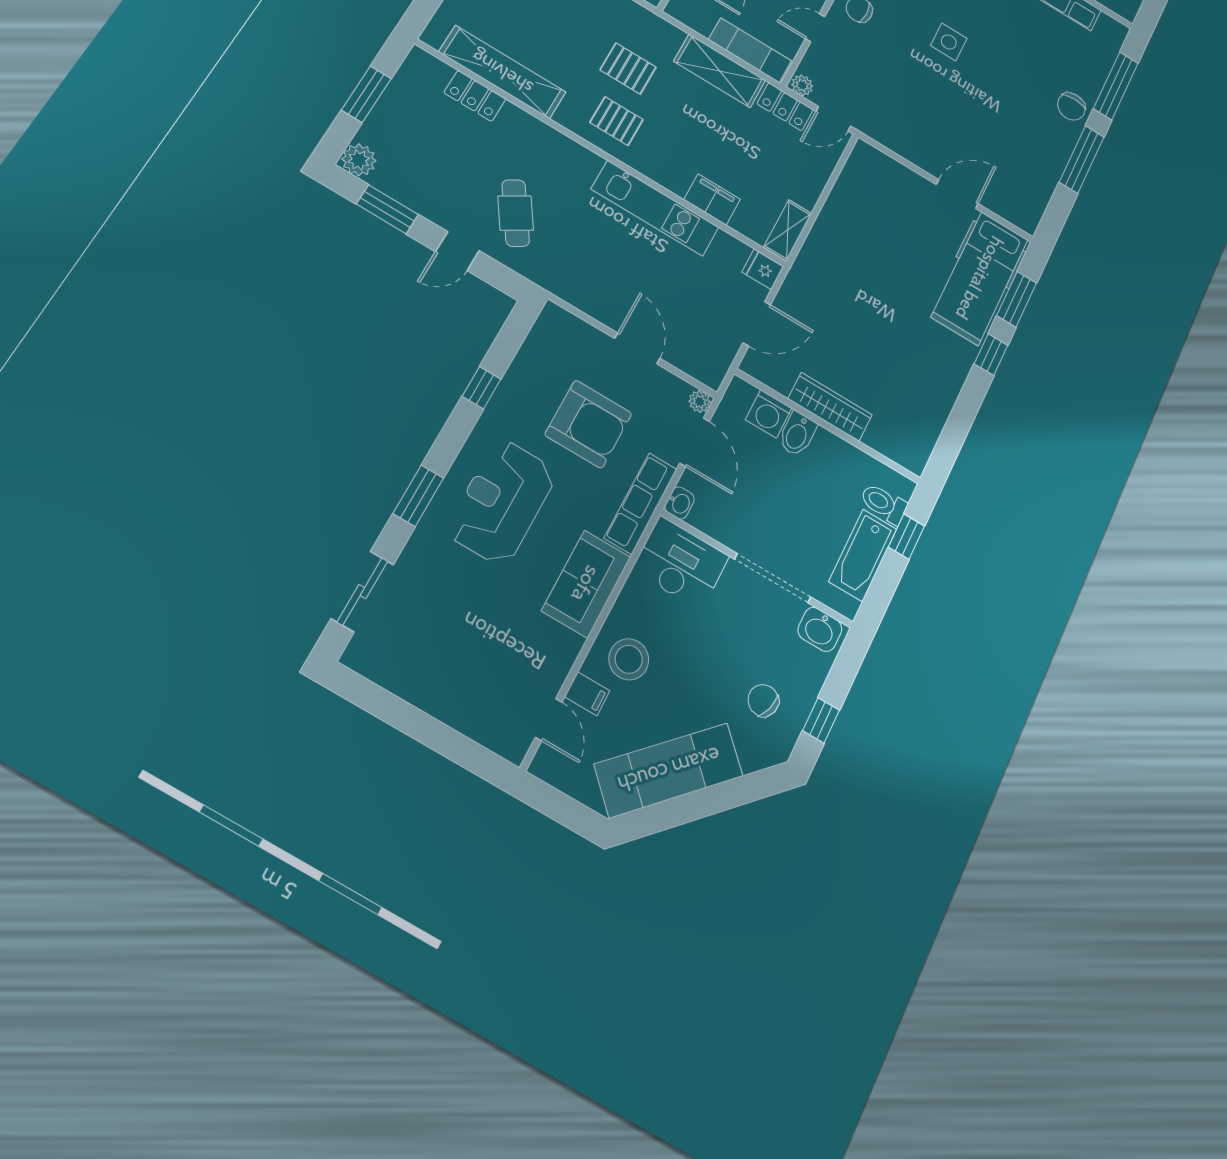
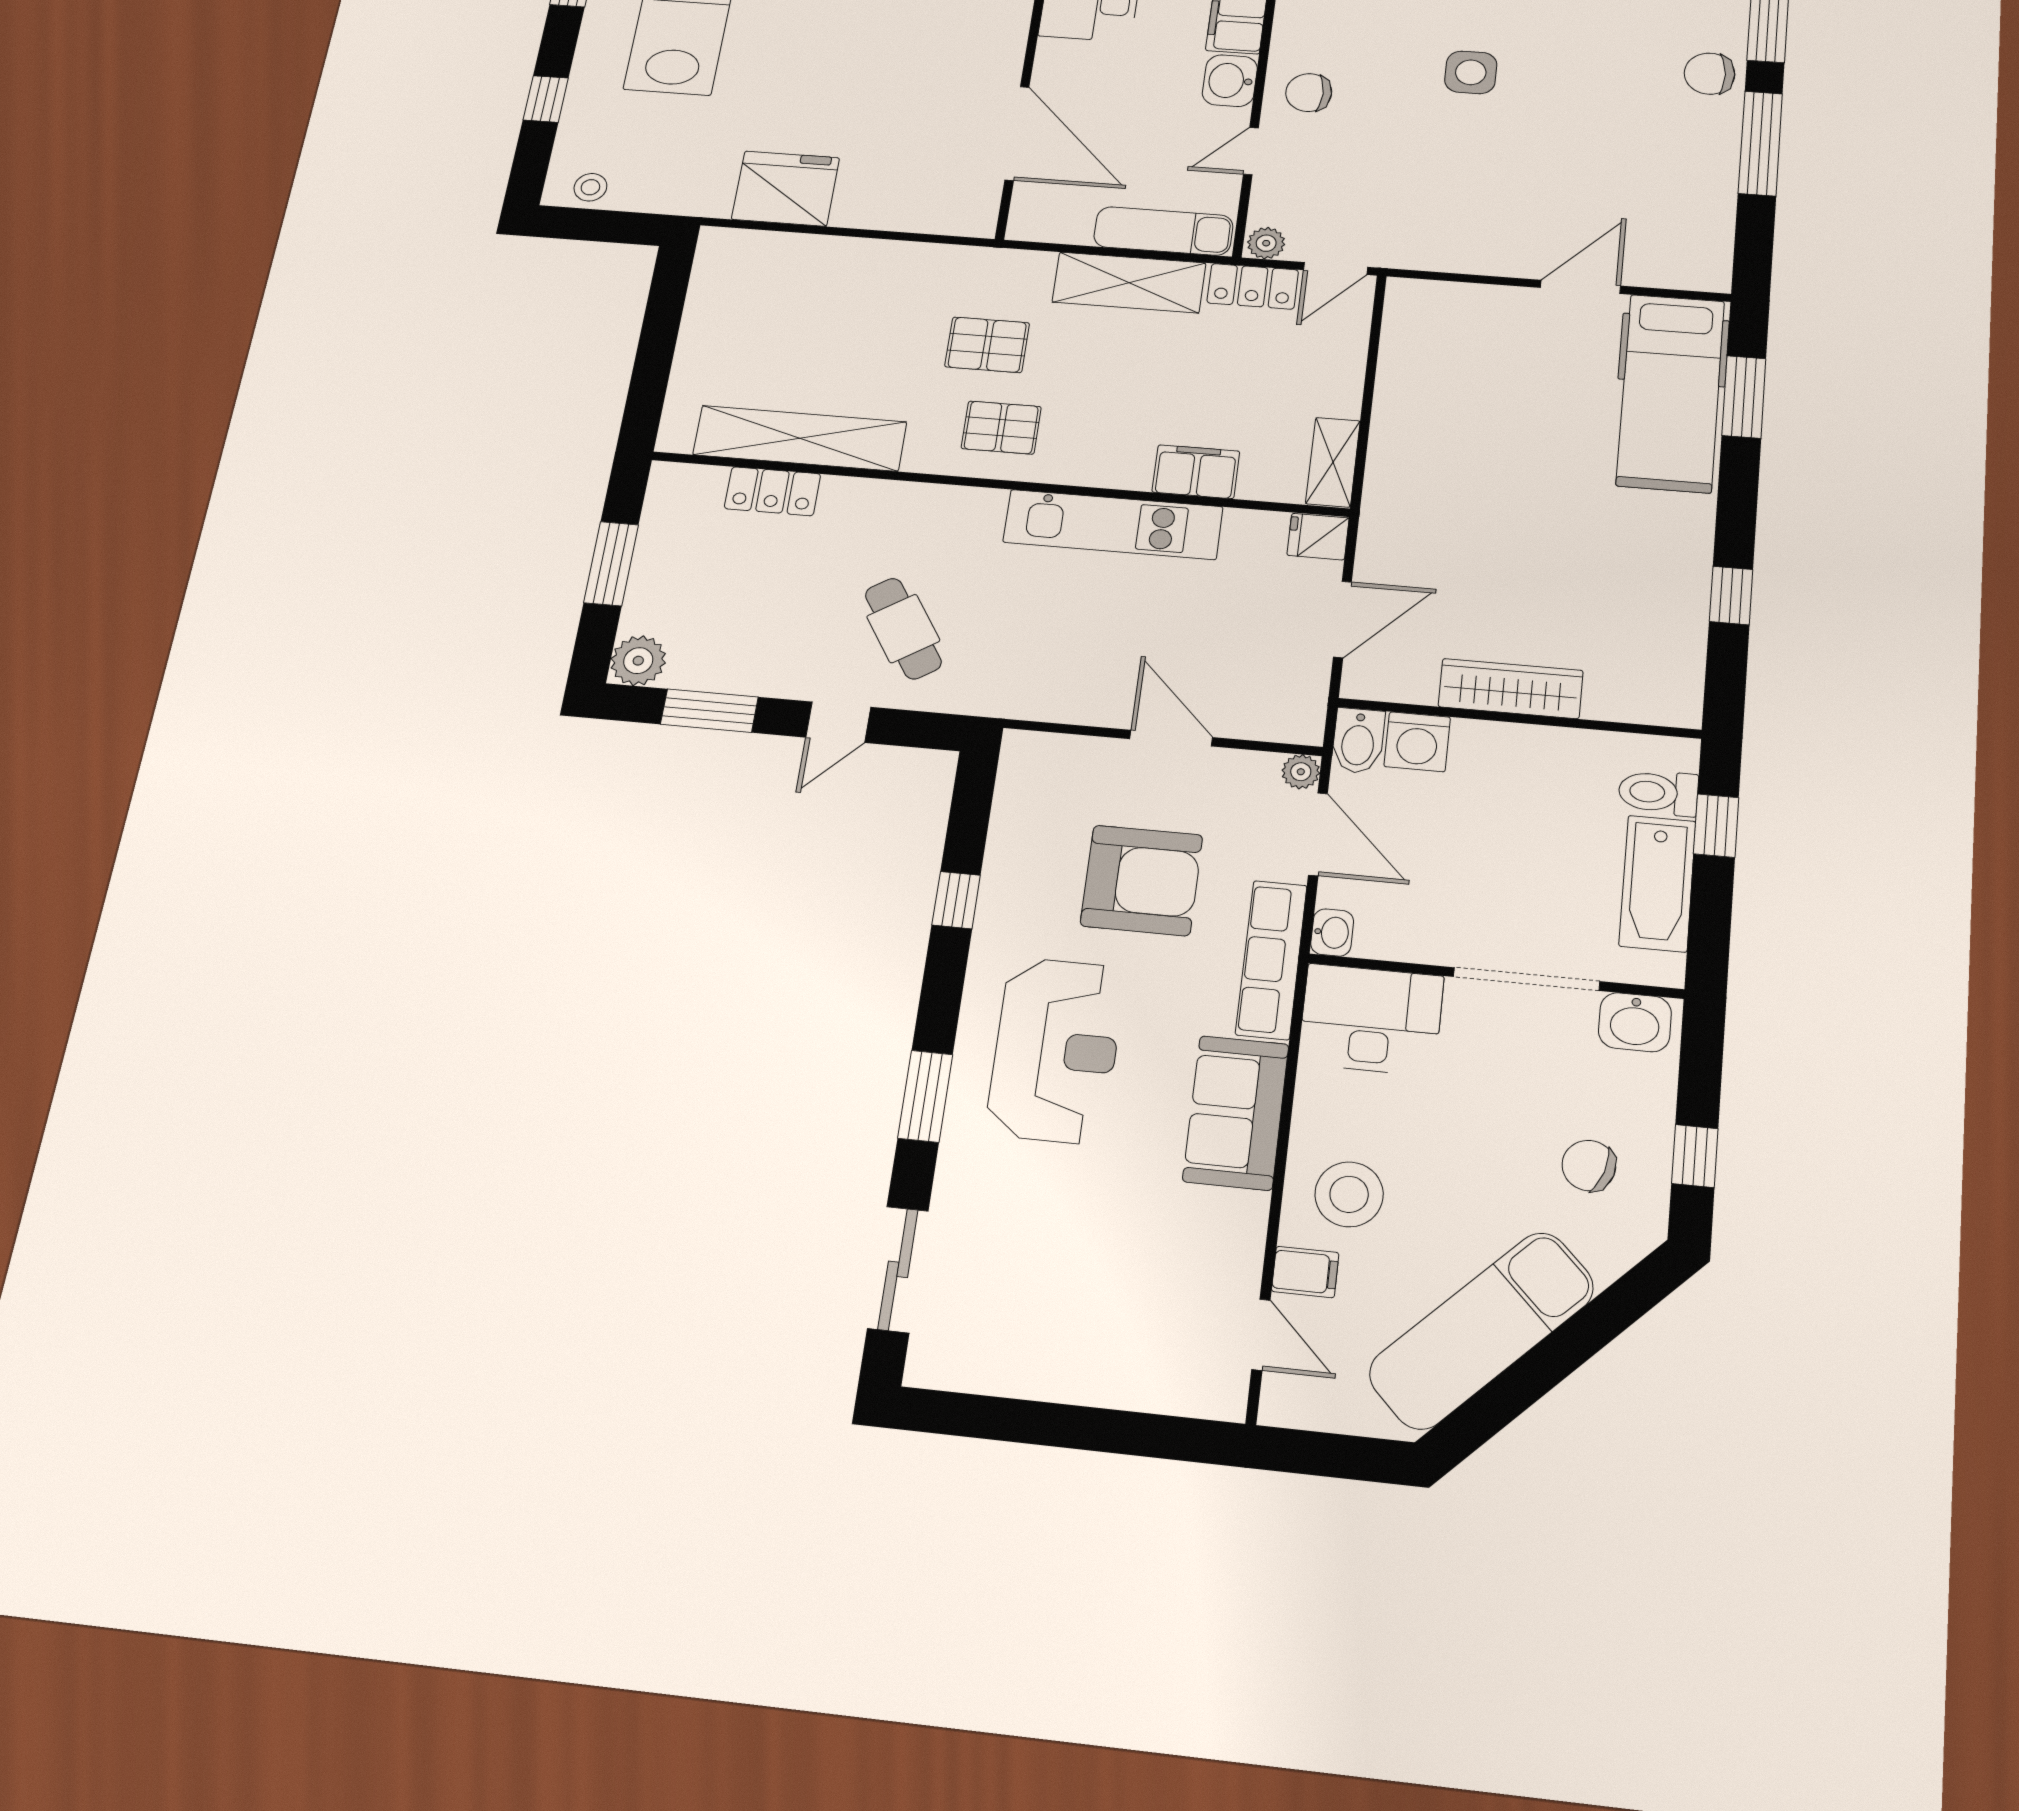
chair: (1071, 106) -> (1710, 74), turned 88
window: (991, 355) -> (1731, 595), moved
bidet: (797, 434) -> (1358, 741), moved
reception desk: (502, 502) -> (1056, 1050), turned 180

